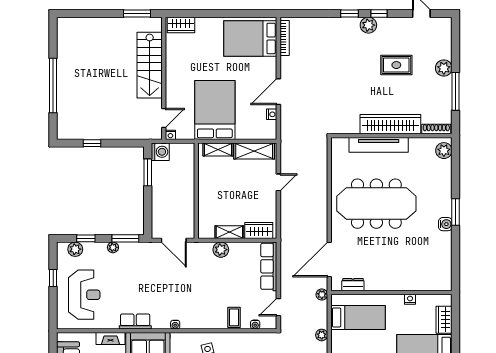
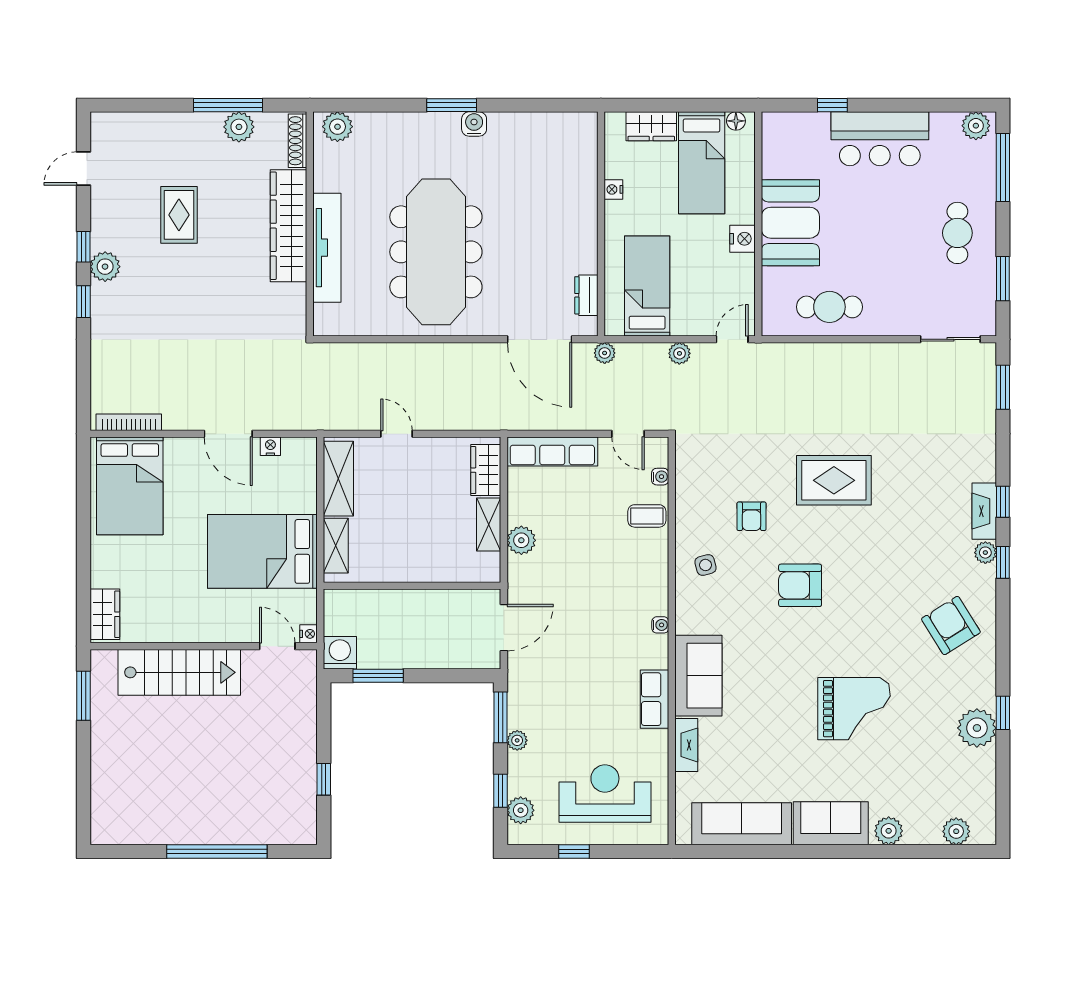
plant: (444, 68) -> (239, 127), moved

